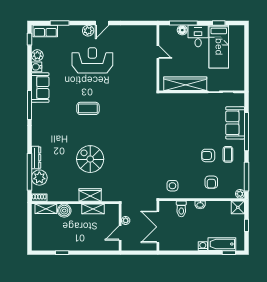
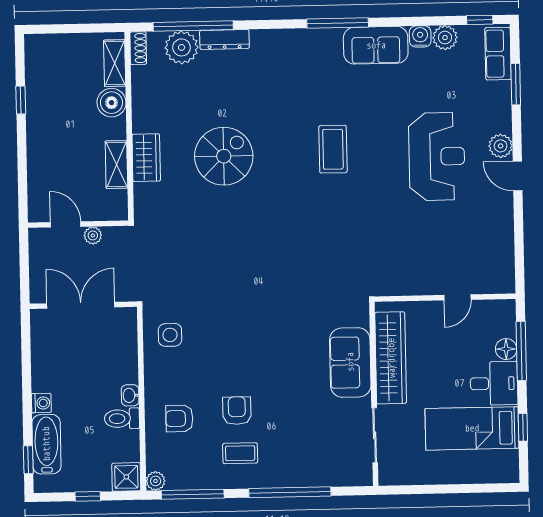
sofa: (235, 123) -> (350, 362), moved, turned -90
toilet: (181, 209) -> (122, 419), moved

